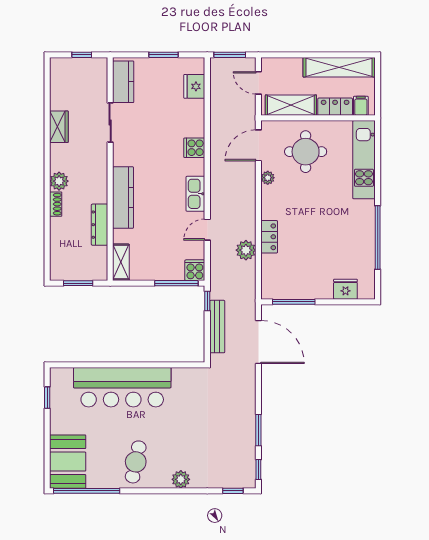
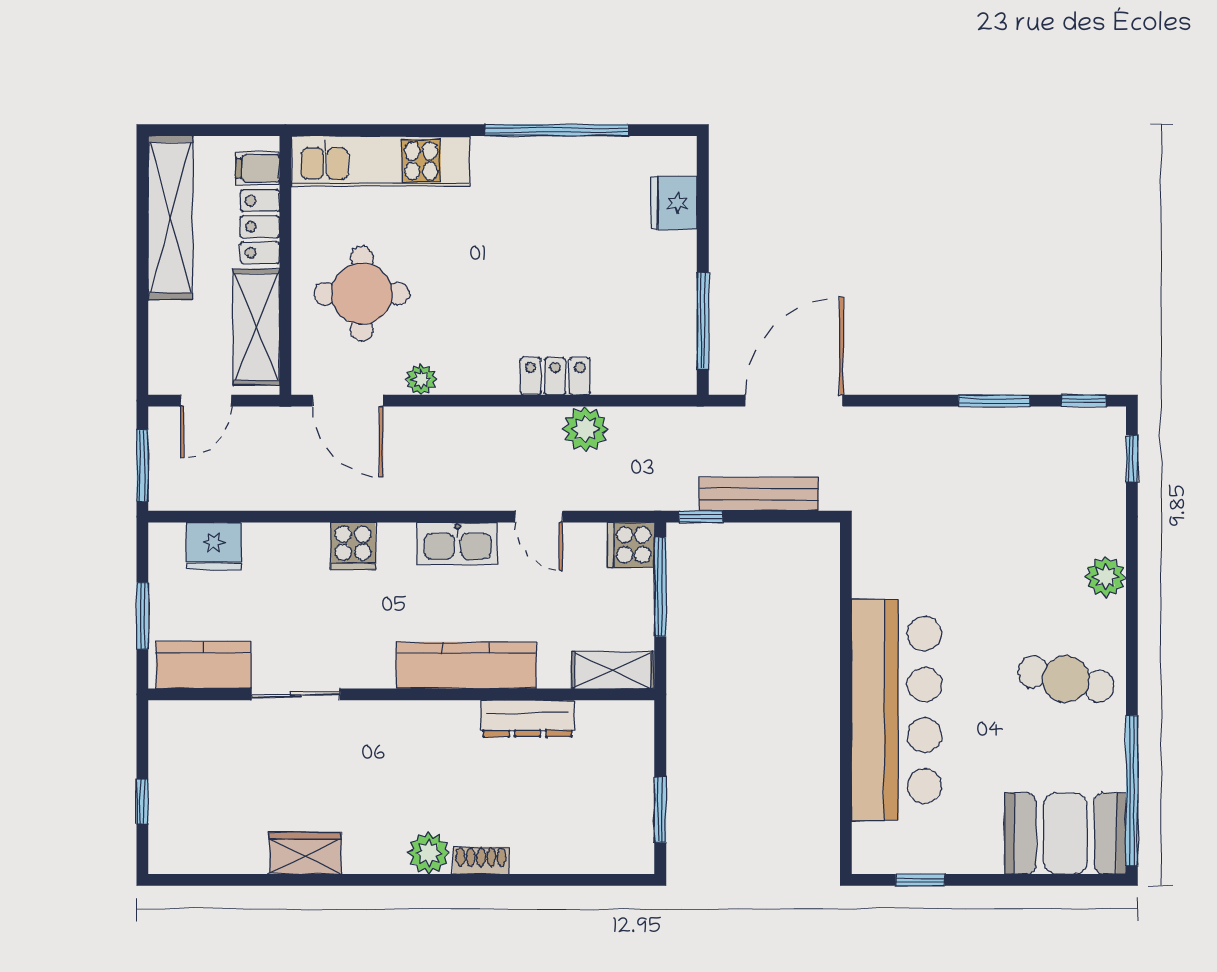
kitchen counter: (123, 82) -> (203, 665), moved
sliding door: (110, 123) -> (296, 694), moved
wall: (110, 169) -> (401, 694), moved
kitchen counter: (123, 198) -> (466, 665), moved
dresser: (100, 225) -> (528, 719), moved
shelving: (121, 262) -> (612, 670), moved

